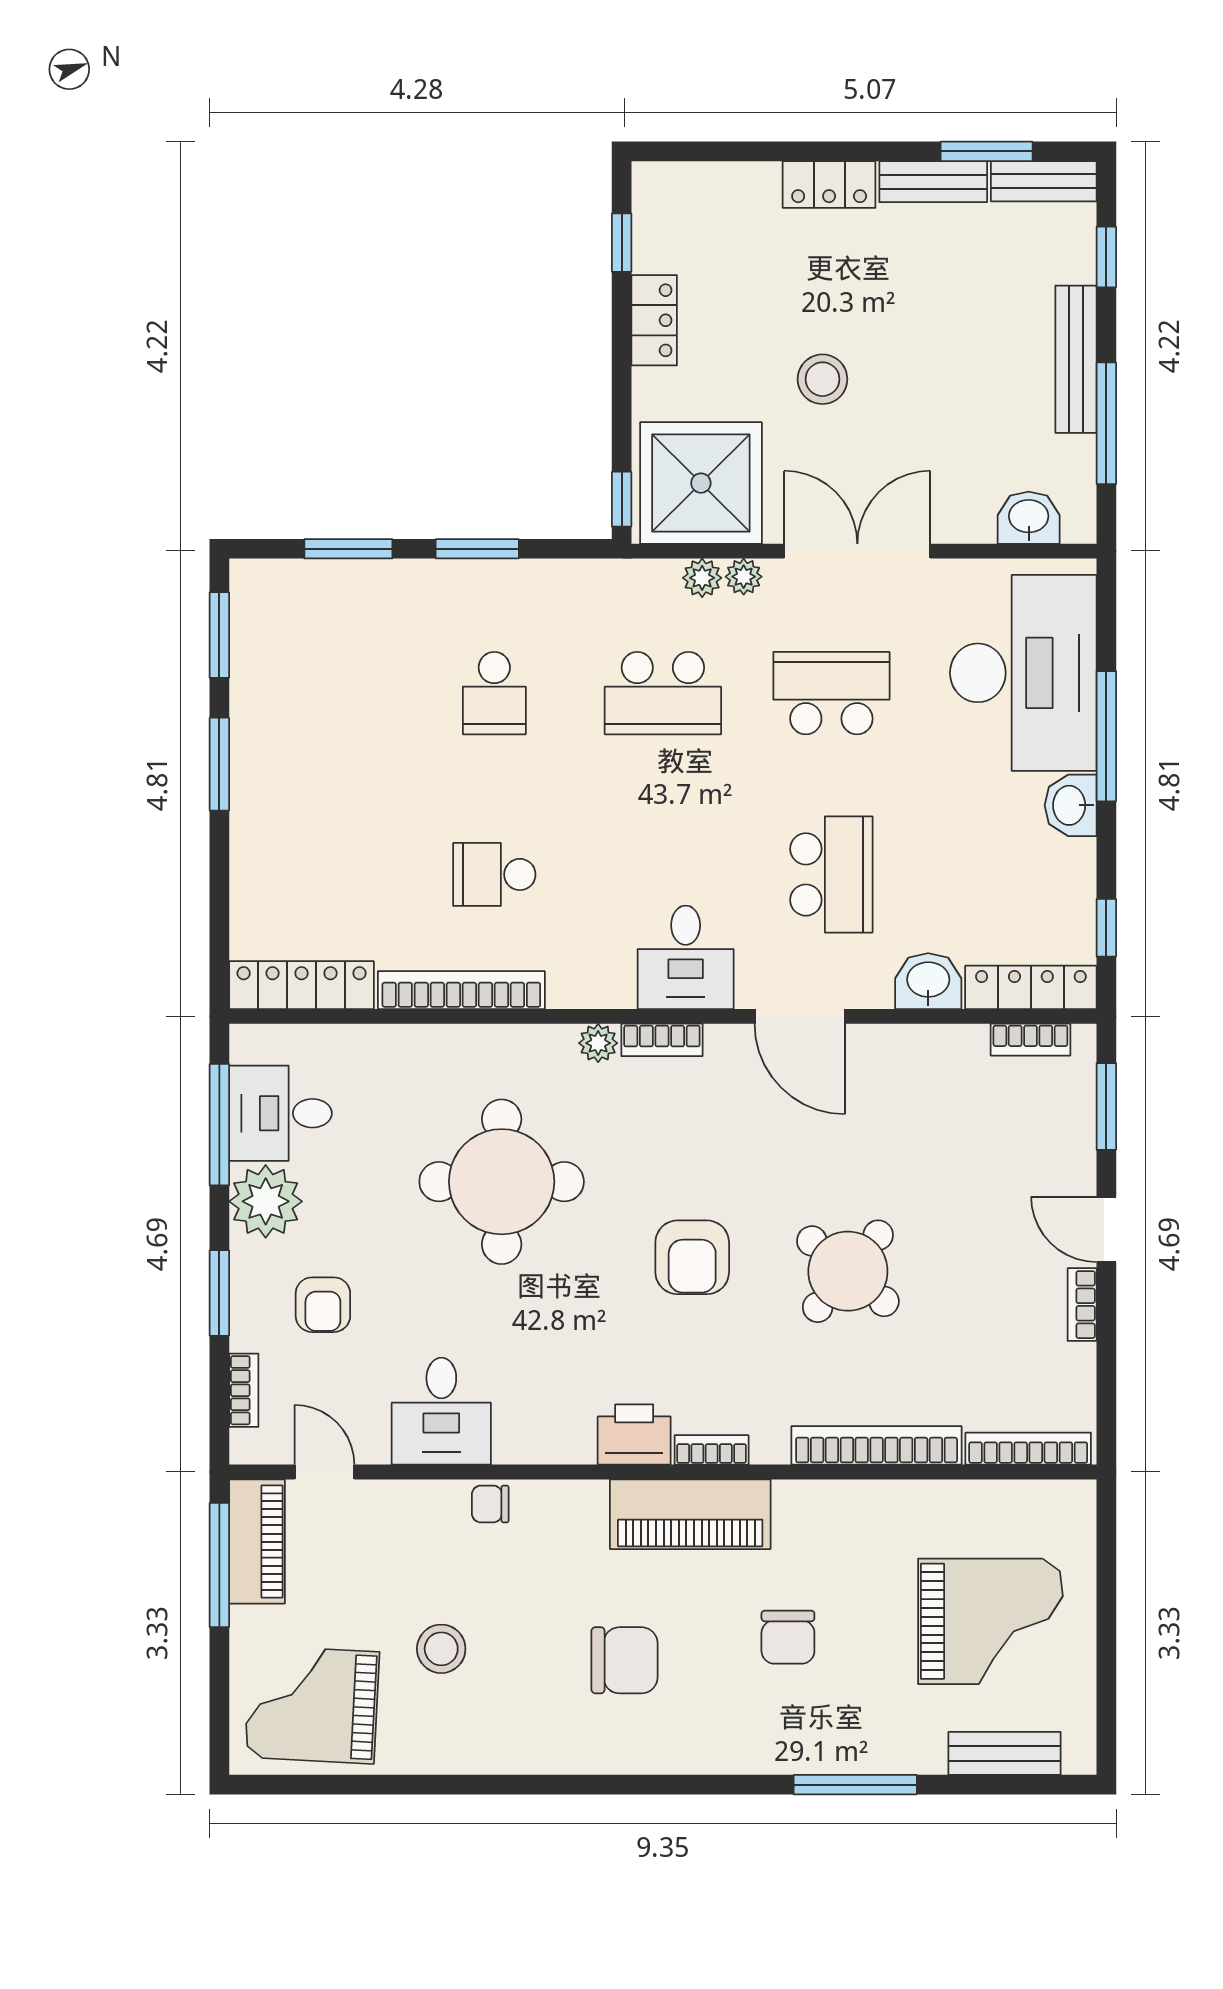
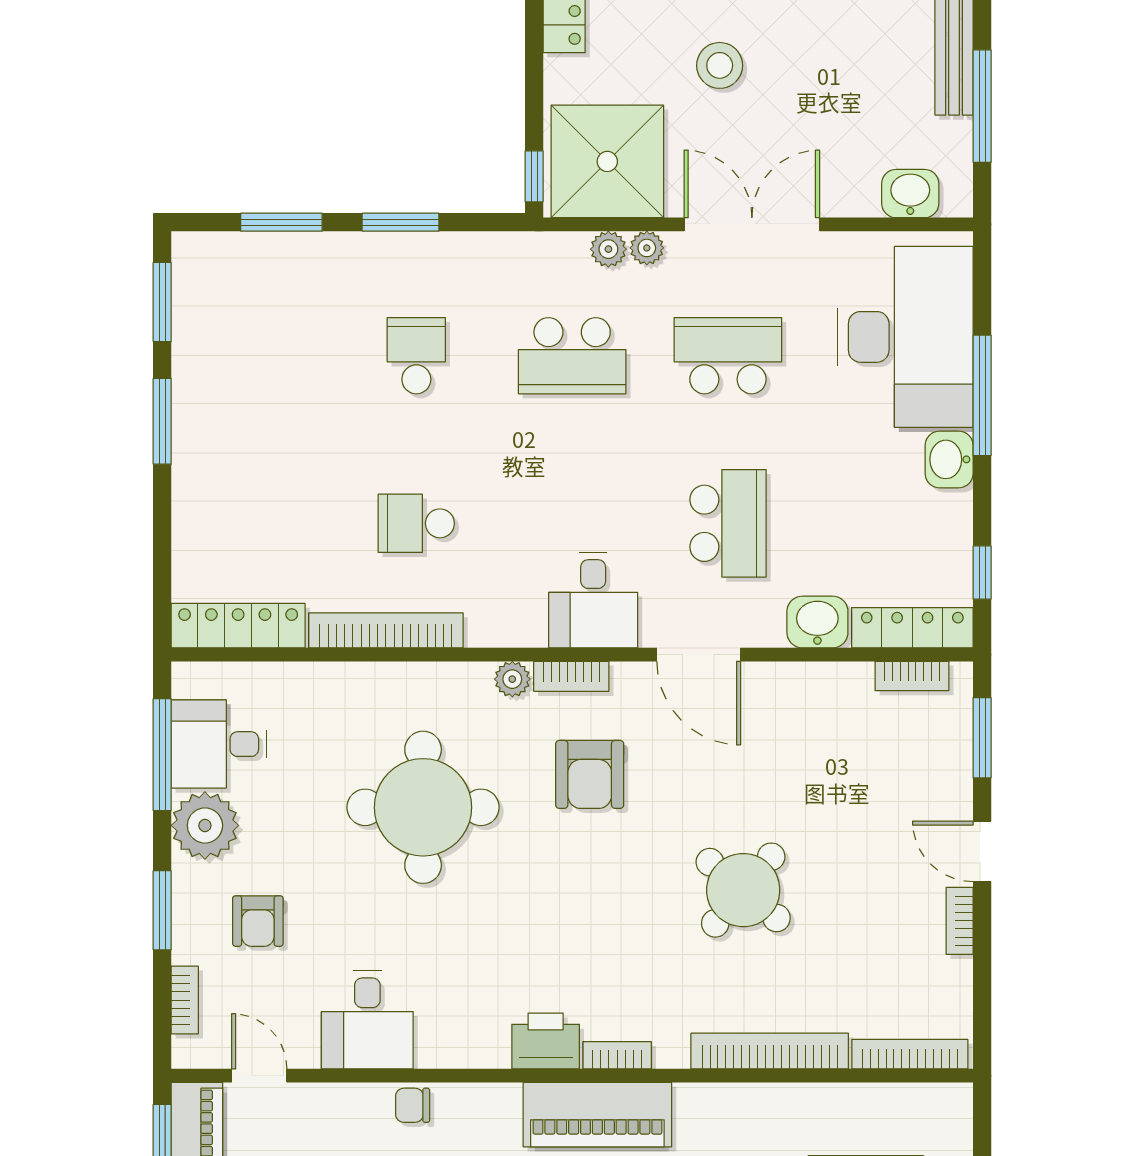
school desk: (494, 693) -> (416, 356), turned 180
armchair: (692, 1257) -> (590, 774), moved

